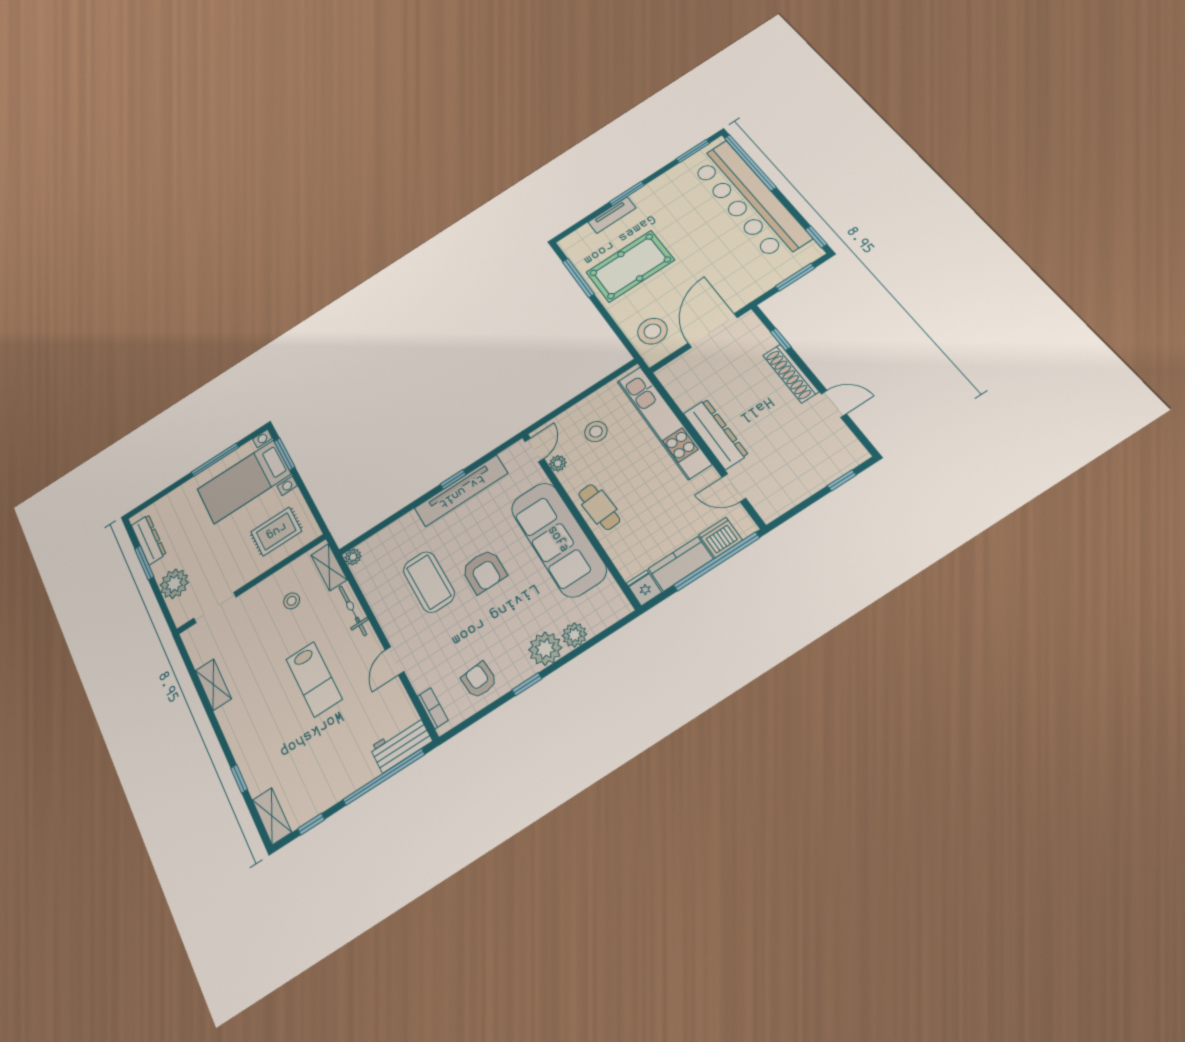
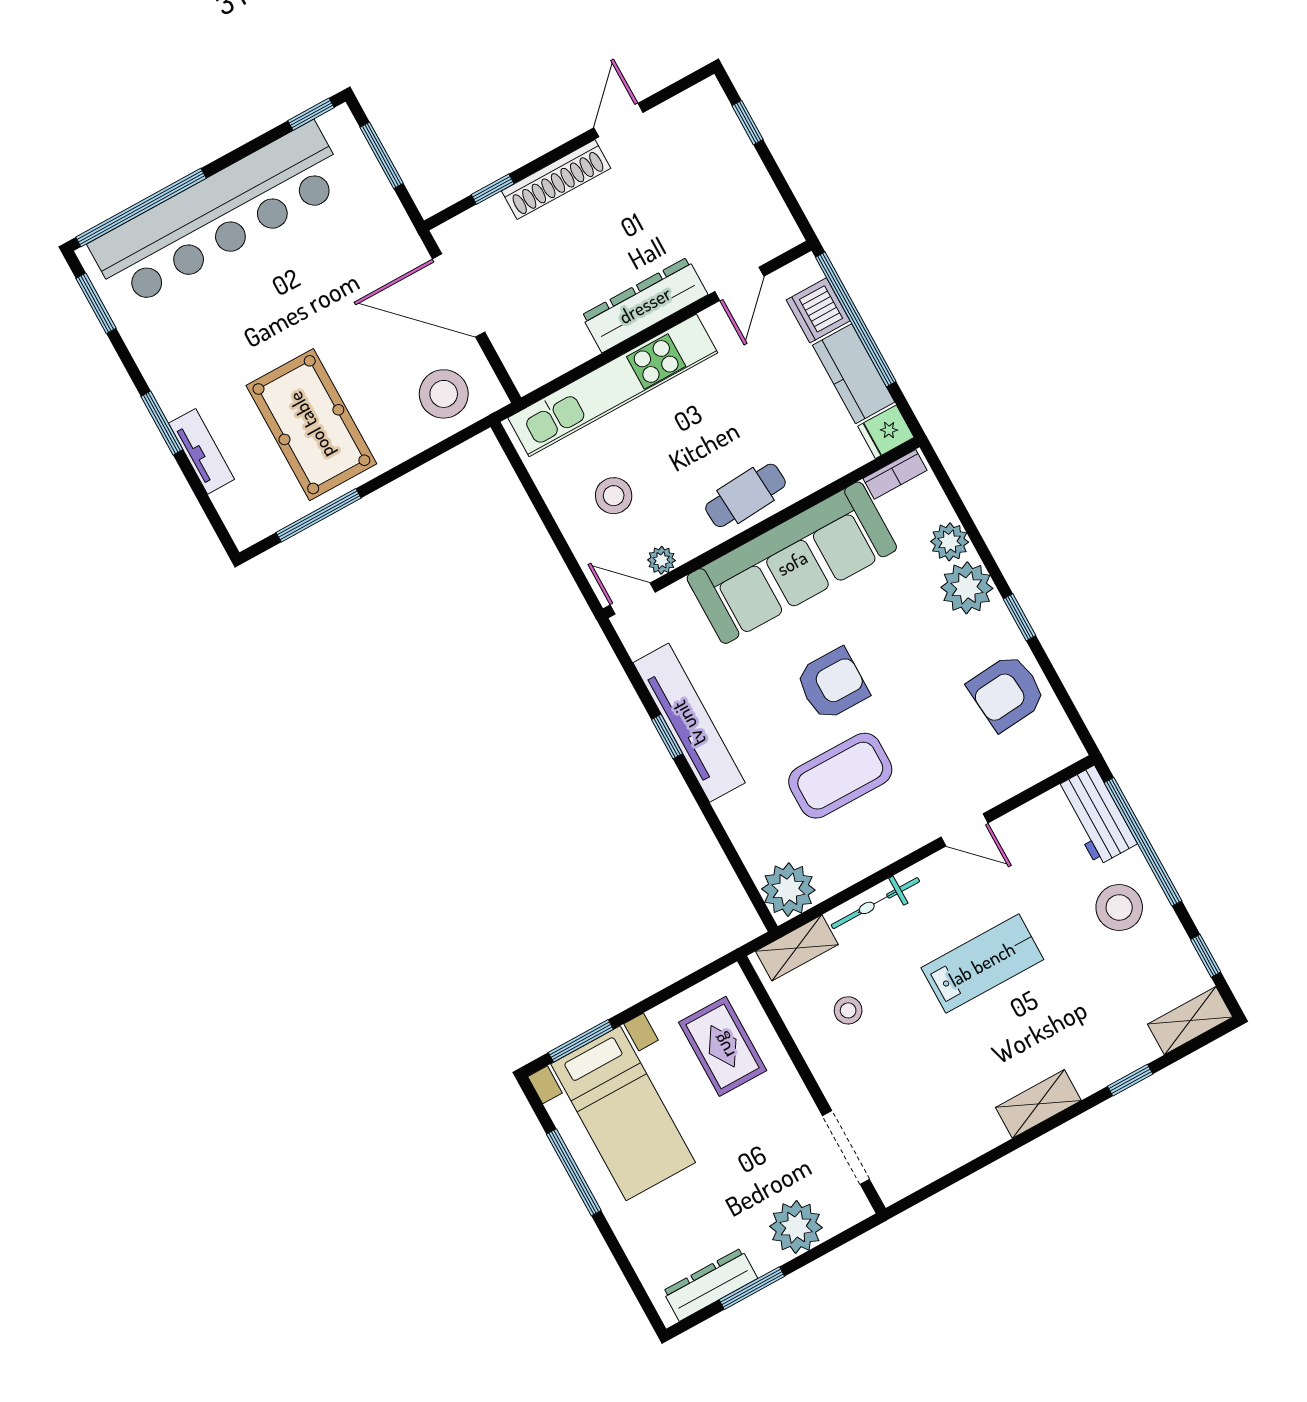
plant: (353, 557) -> (788, 890), width x1.88, depth x1.88
armchair: (479, 680) -> (1007, 692), width x1.38, depth x1.38
shelving: (213, 685) -> (1038, 1104), moved
bookcase: (433, 708) -> (895, 474), moved, turned 180
stool: (344, 764) -> (1119, 908), added

